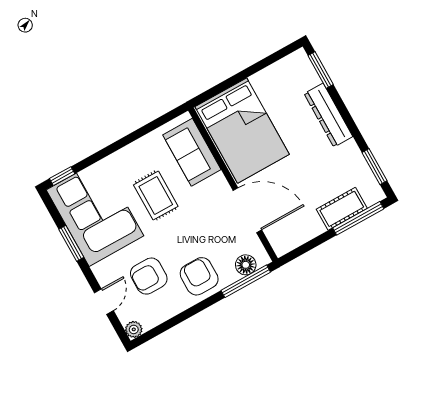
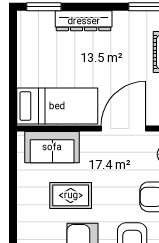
bed: (242, 131) -> (57, 106), width x0.67

